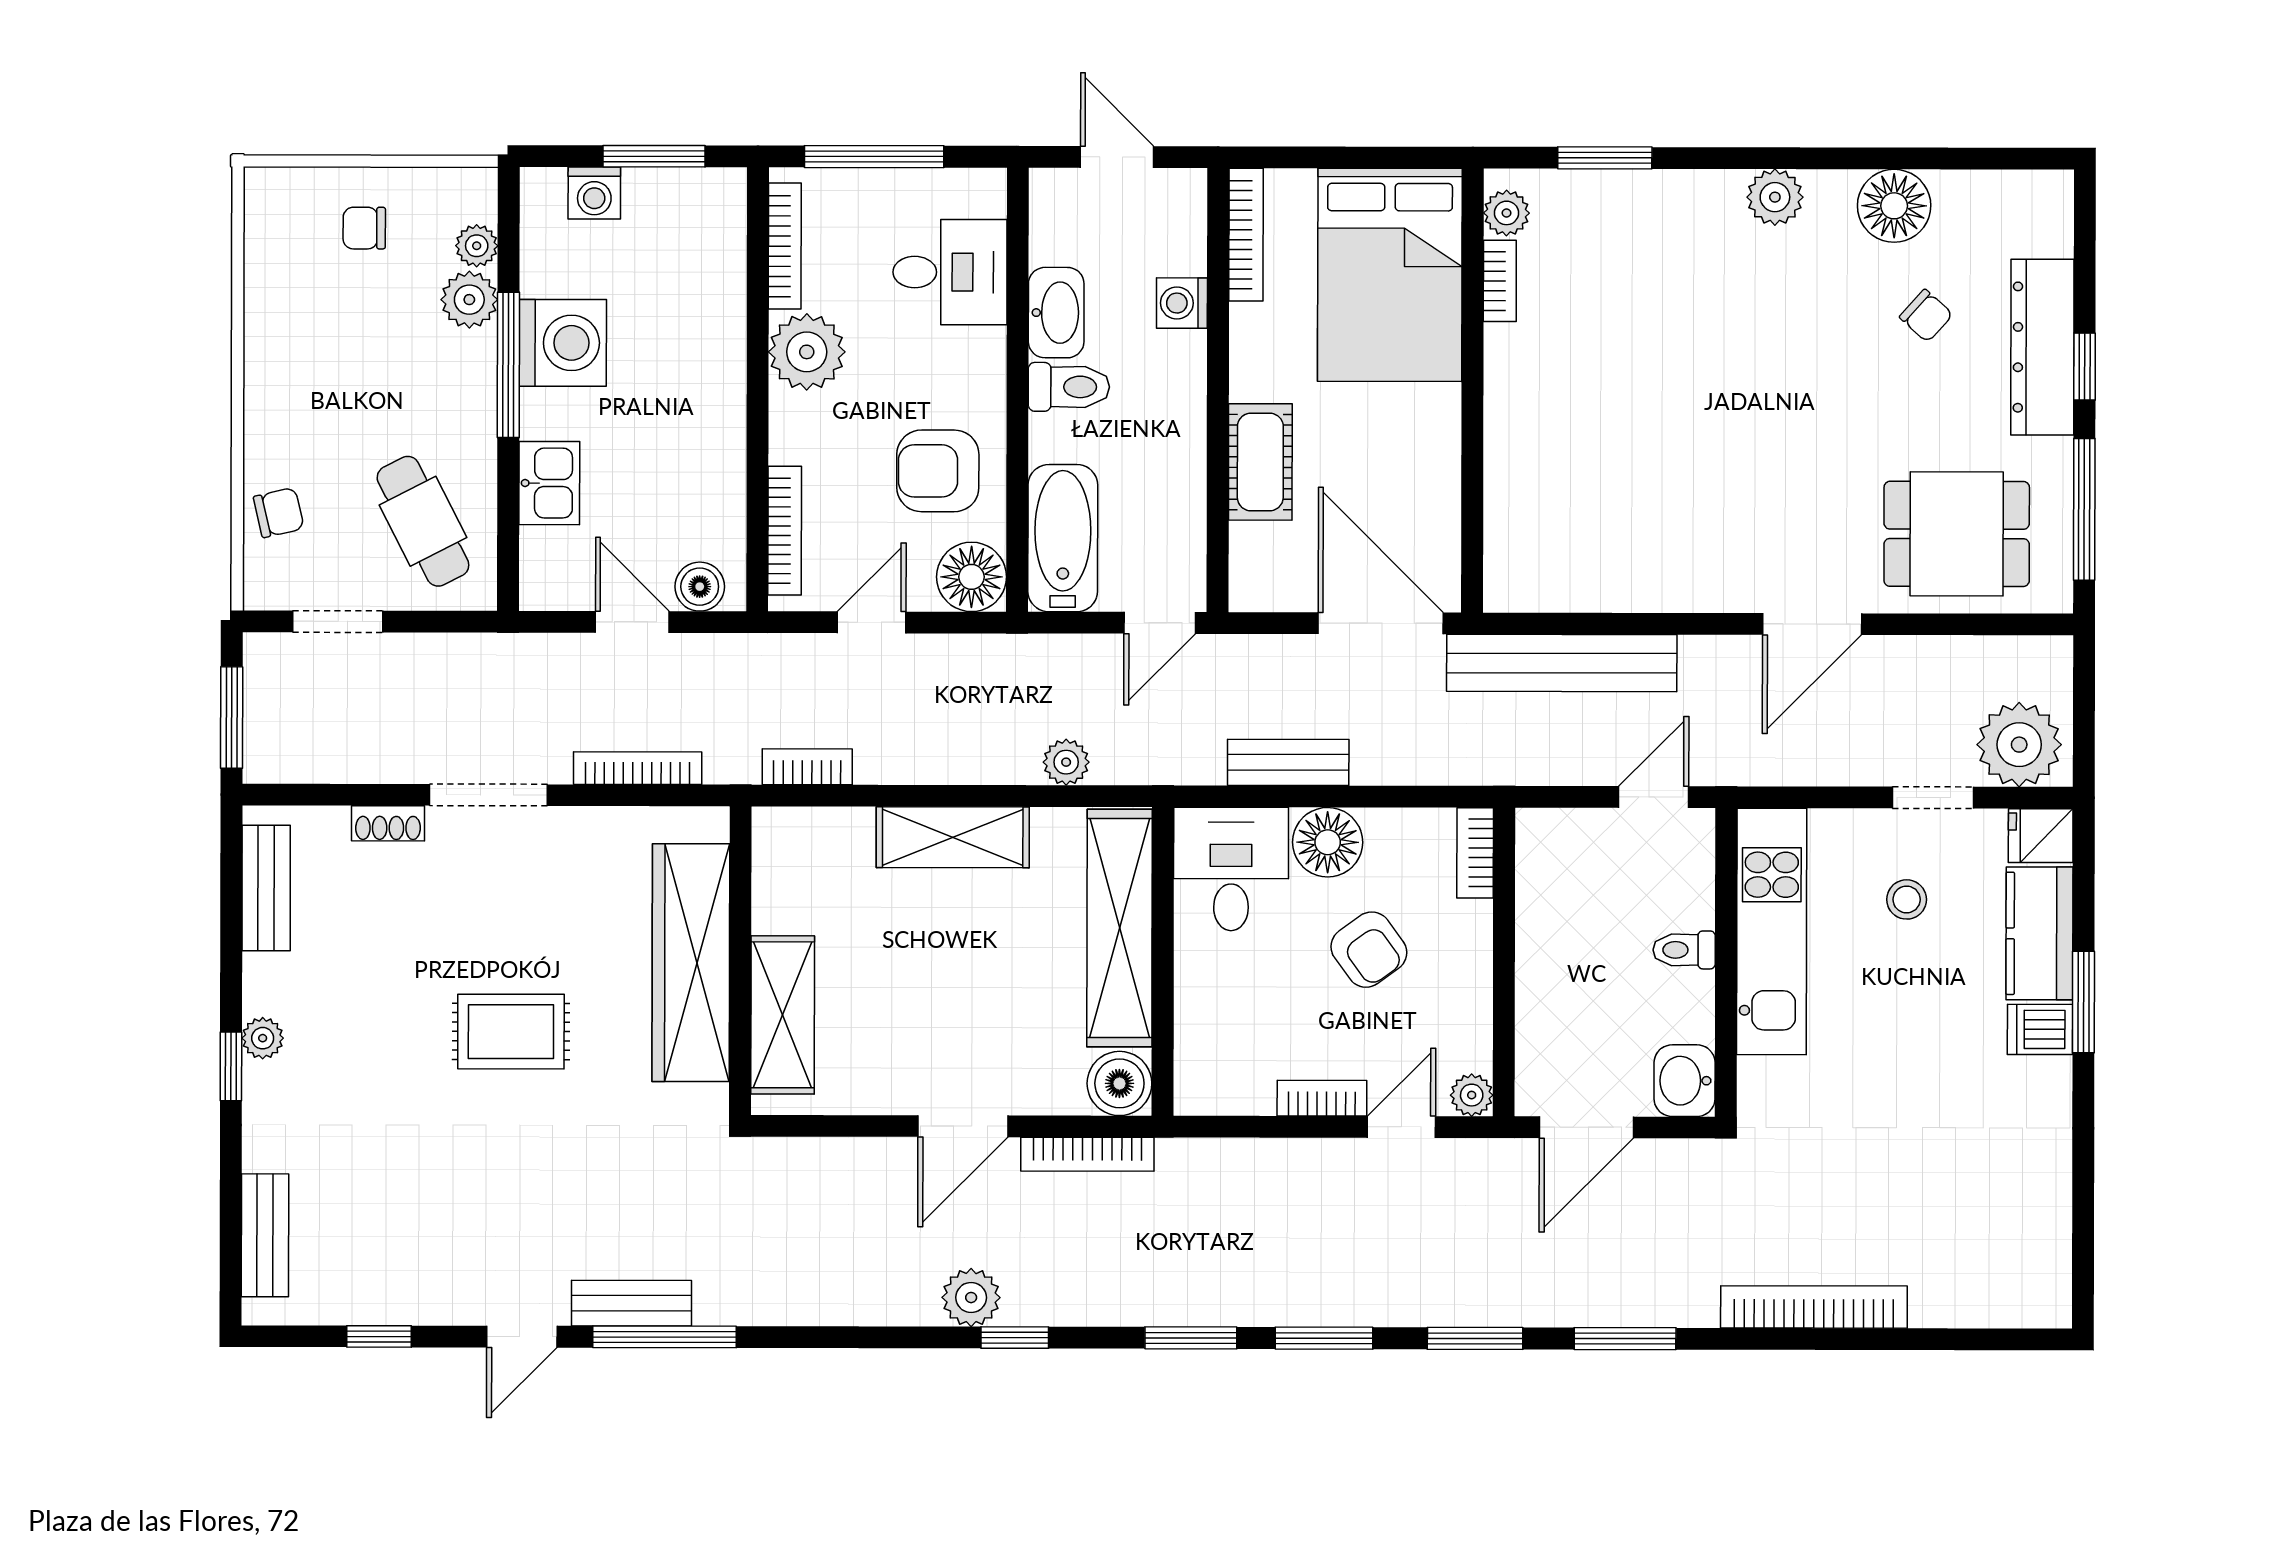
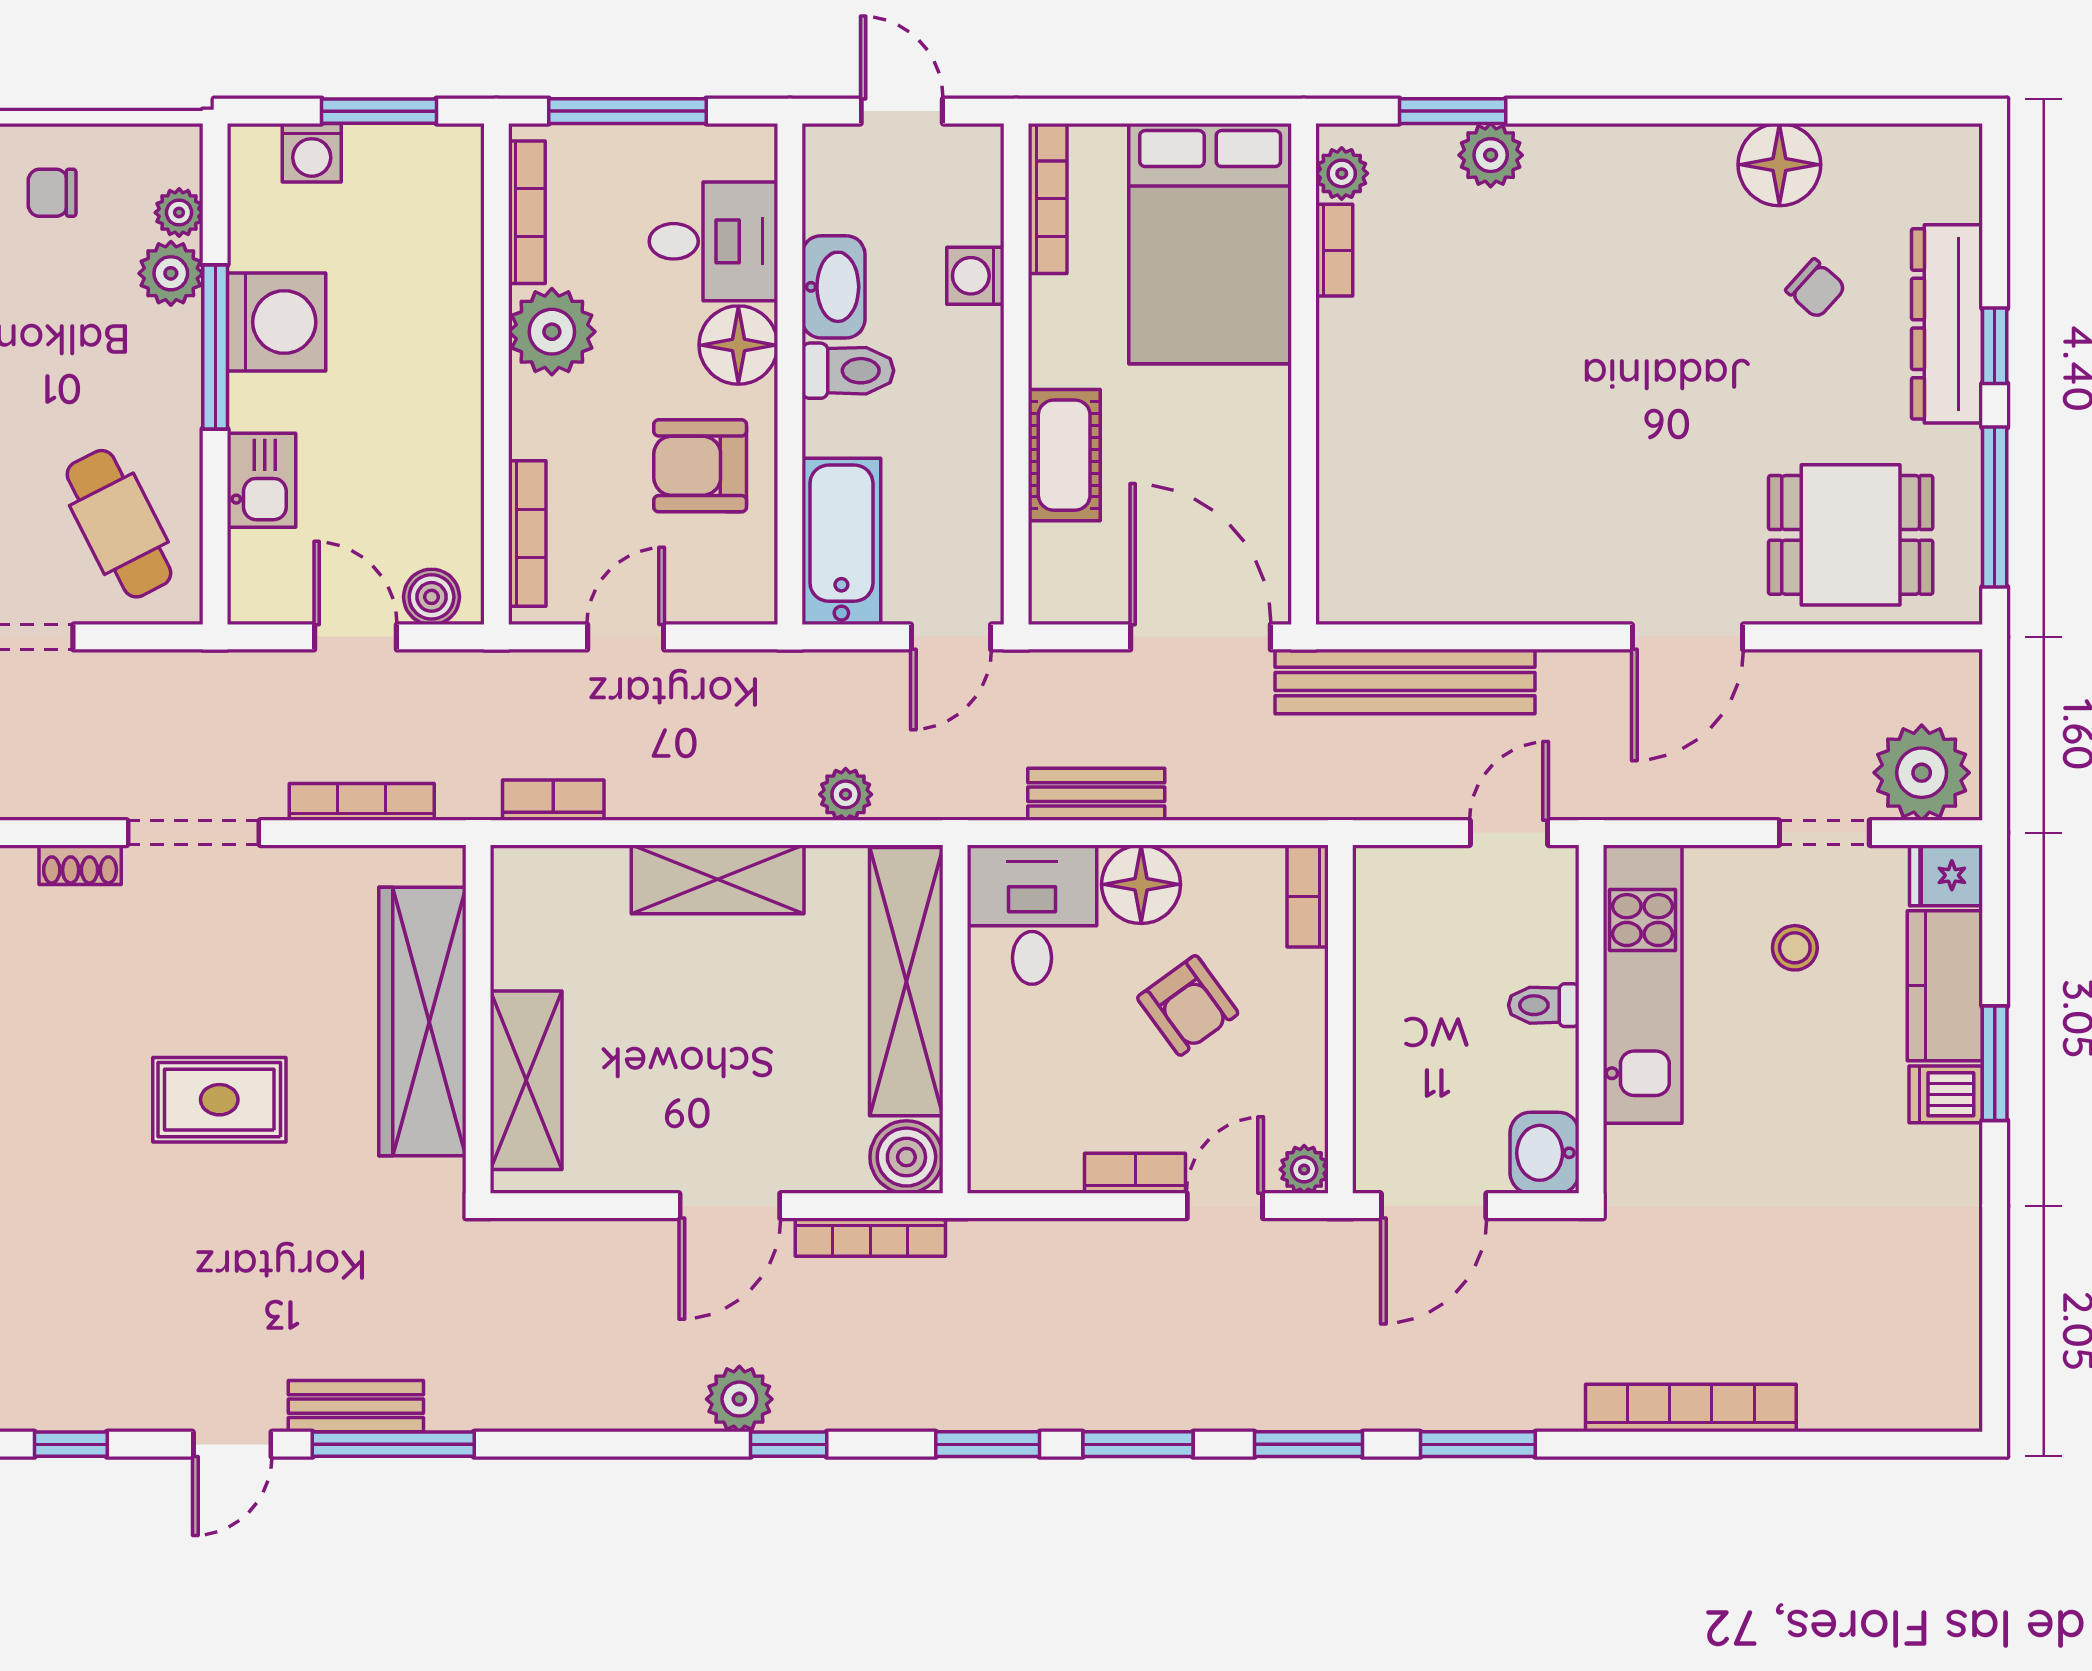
plant: (1775, 197) -> (1491, 155), moved
floor lamp: (972, 577) -> (738, 345), moved

